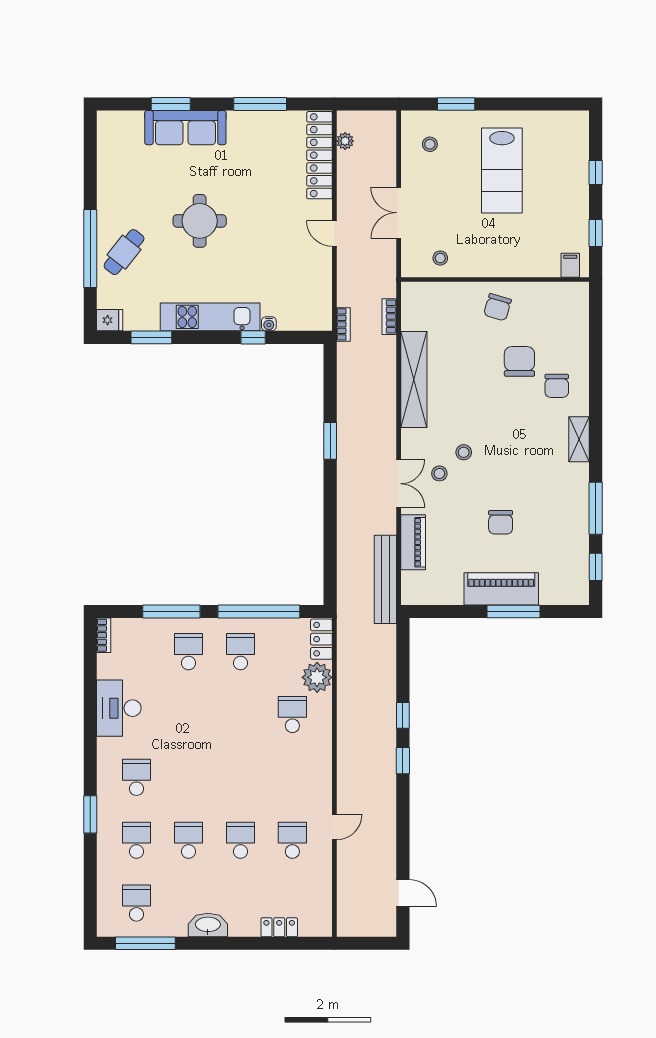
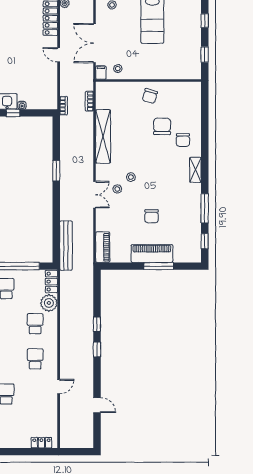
double door: (399, 213) -> (95, 43), width x1.37
filing cabinet: (570, 265) -> (101, 73), moved
piano: (413, 542) -> (103, 247), moved
bench: (385, 579) -> (66, 246), moved
school desk: (292, 840) -> (35, 359), moved
door: (403, 893) -> (97, 405), moved
locker: (279, 927) -> (41, 443), moved

